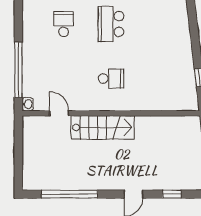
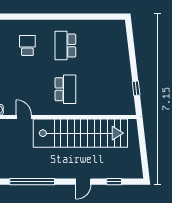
school desk: (111, 79) -> (65, 89), width x1.85
stairs: (103, 127) -> (80, 133), width x1.86, depth x1.51

